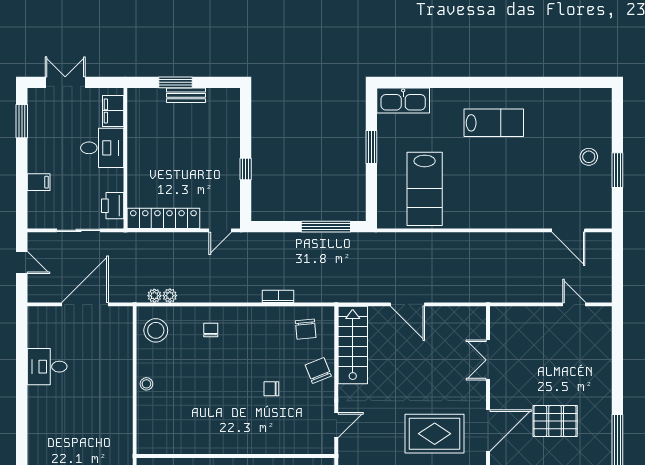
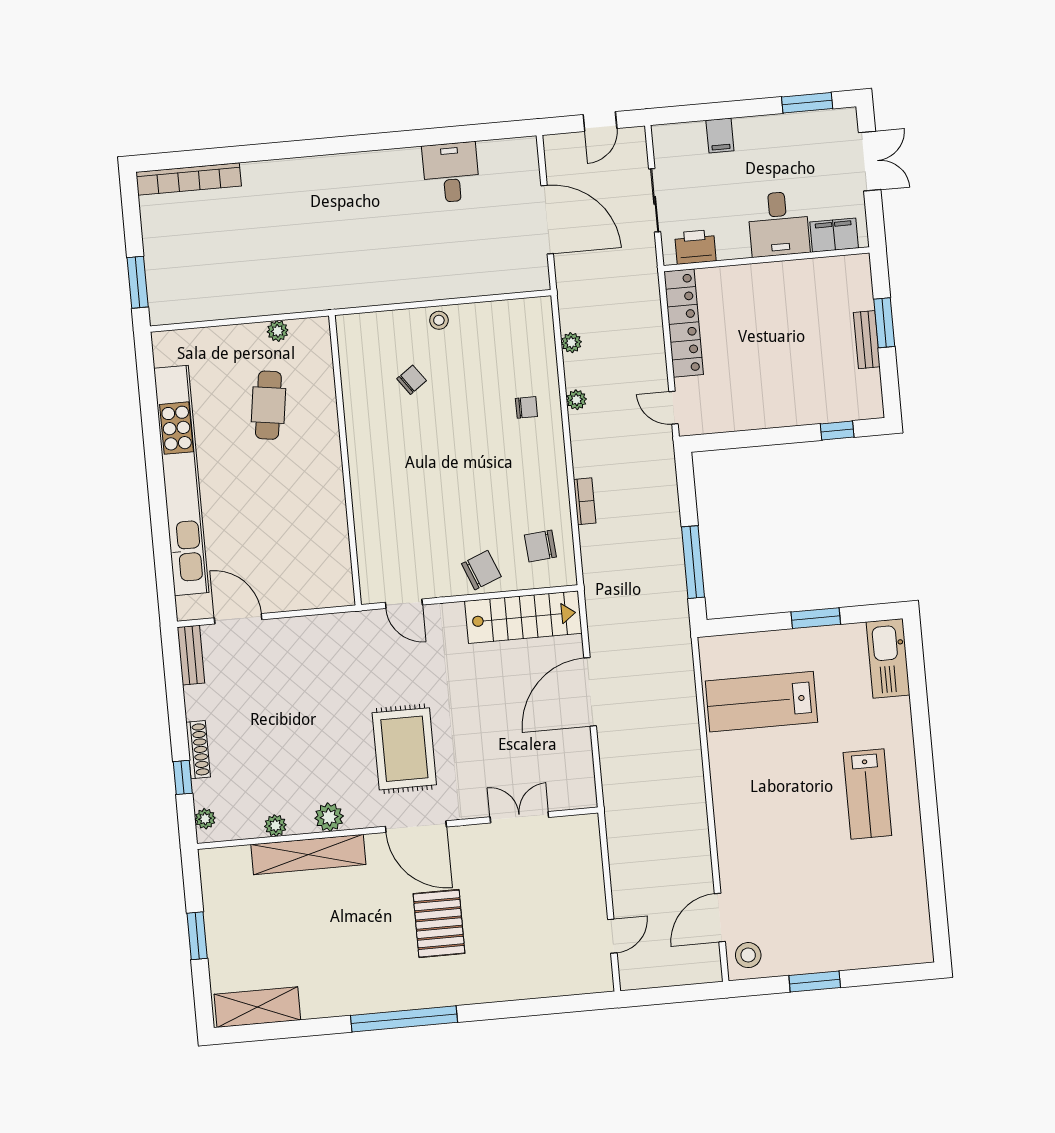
stool: (589, 157) -> (748, 955), moved
window: (246, 169) -> (837, 430), moved
plant: (154, 296) -> (576, 400), moved
door: (407, 304) -> (590, 692), width x1.36
stool: (156, 330) -> (519, 327), removed
chair: (271, 389) -> (412, 380), moved, turned 54

